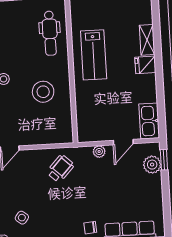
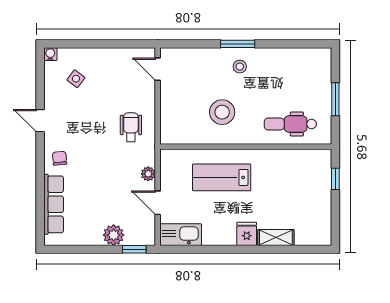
lab bench: (94, 55) -> (222, 177), moved
plant: (152, 165) -> (114, 235), moved
wheelchair: (60, 168) -> (131, 127), turned -133

